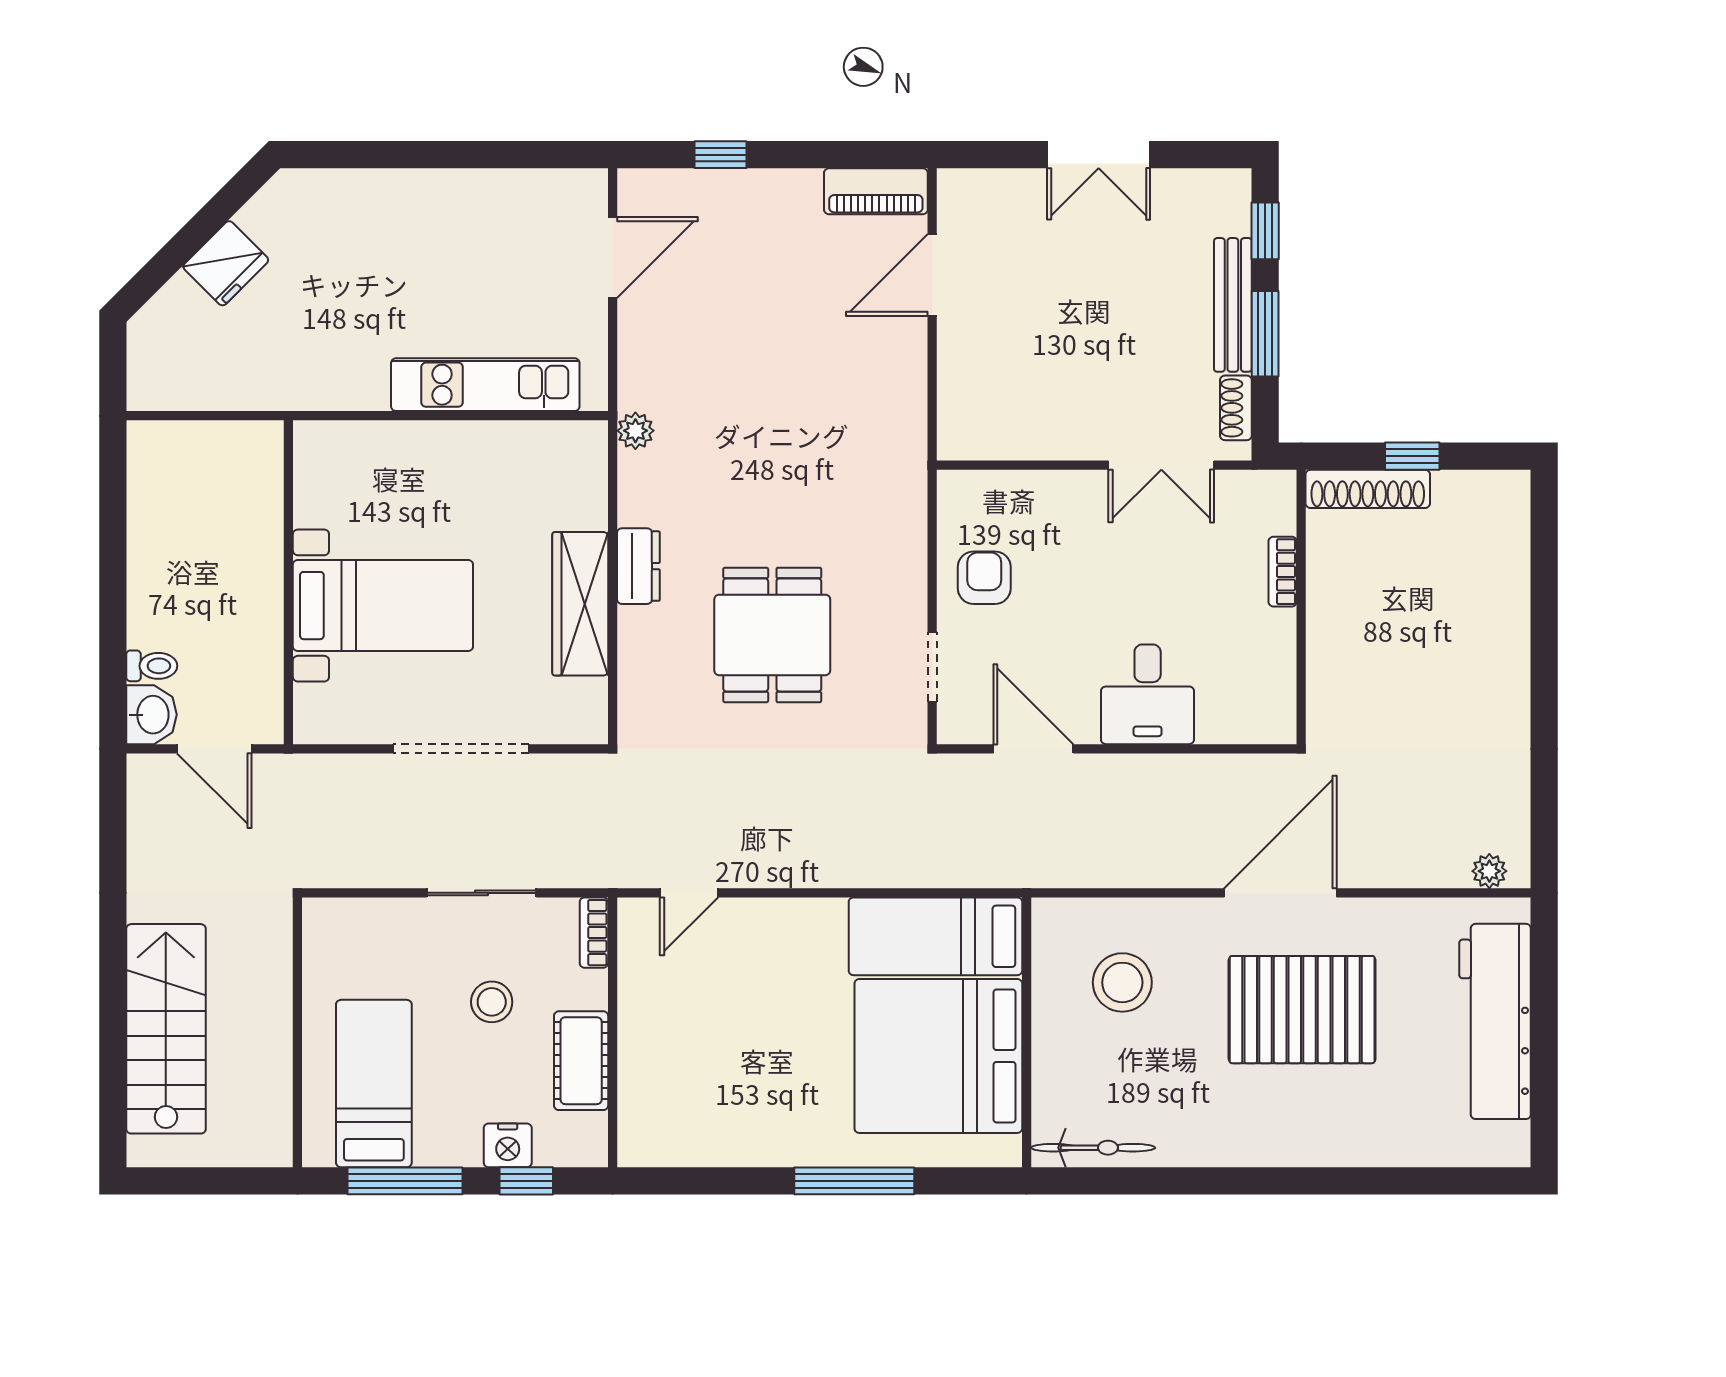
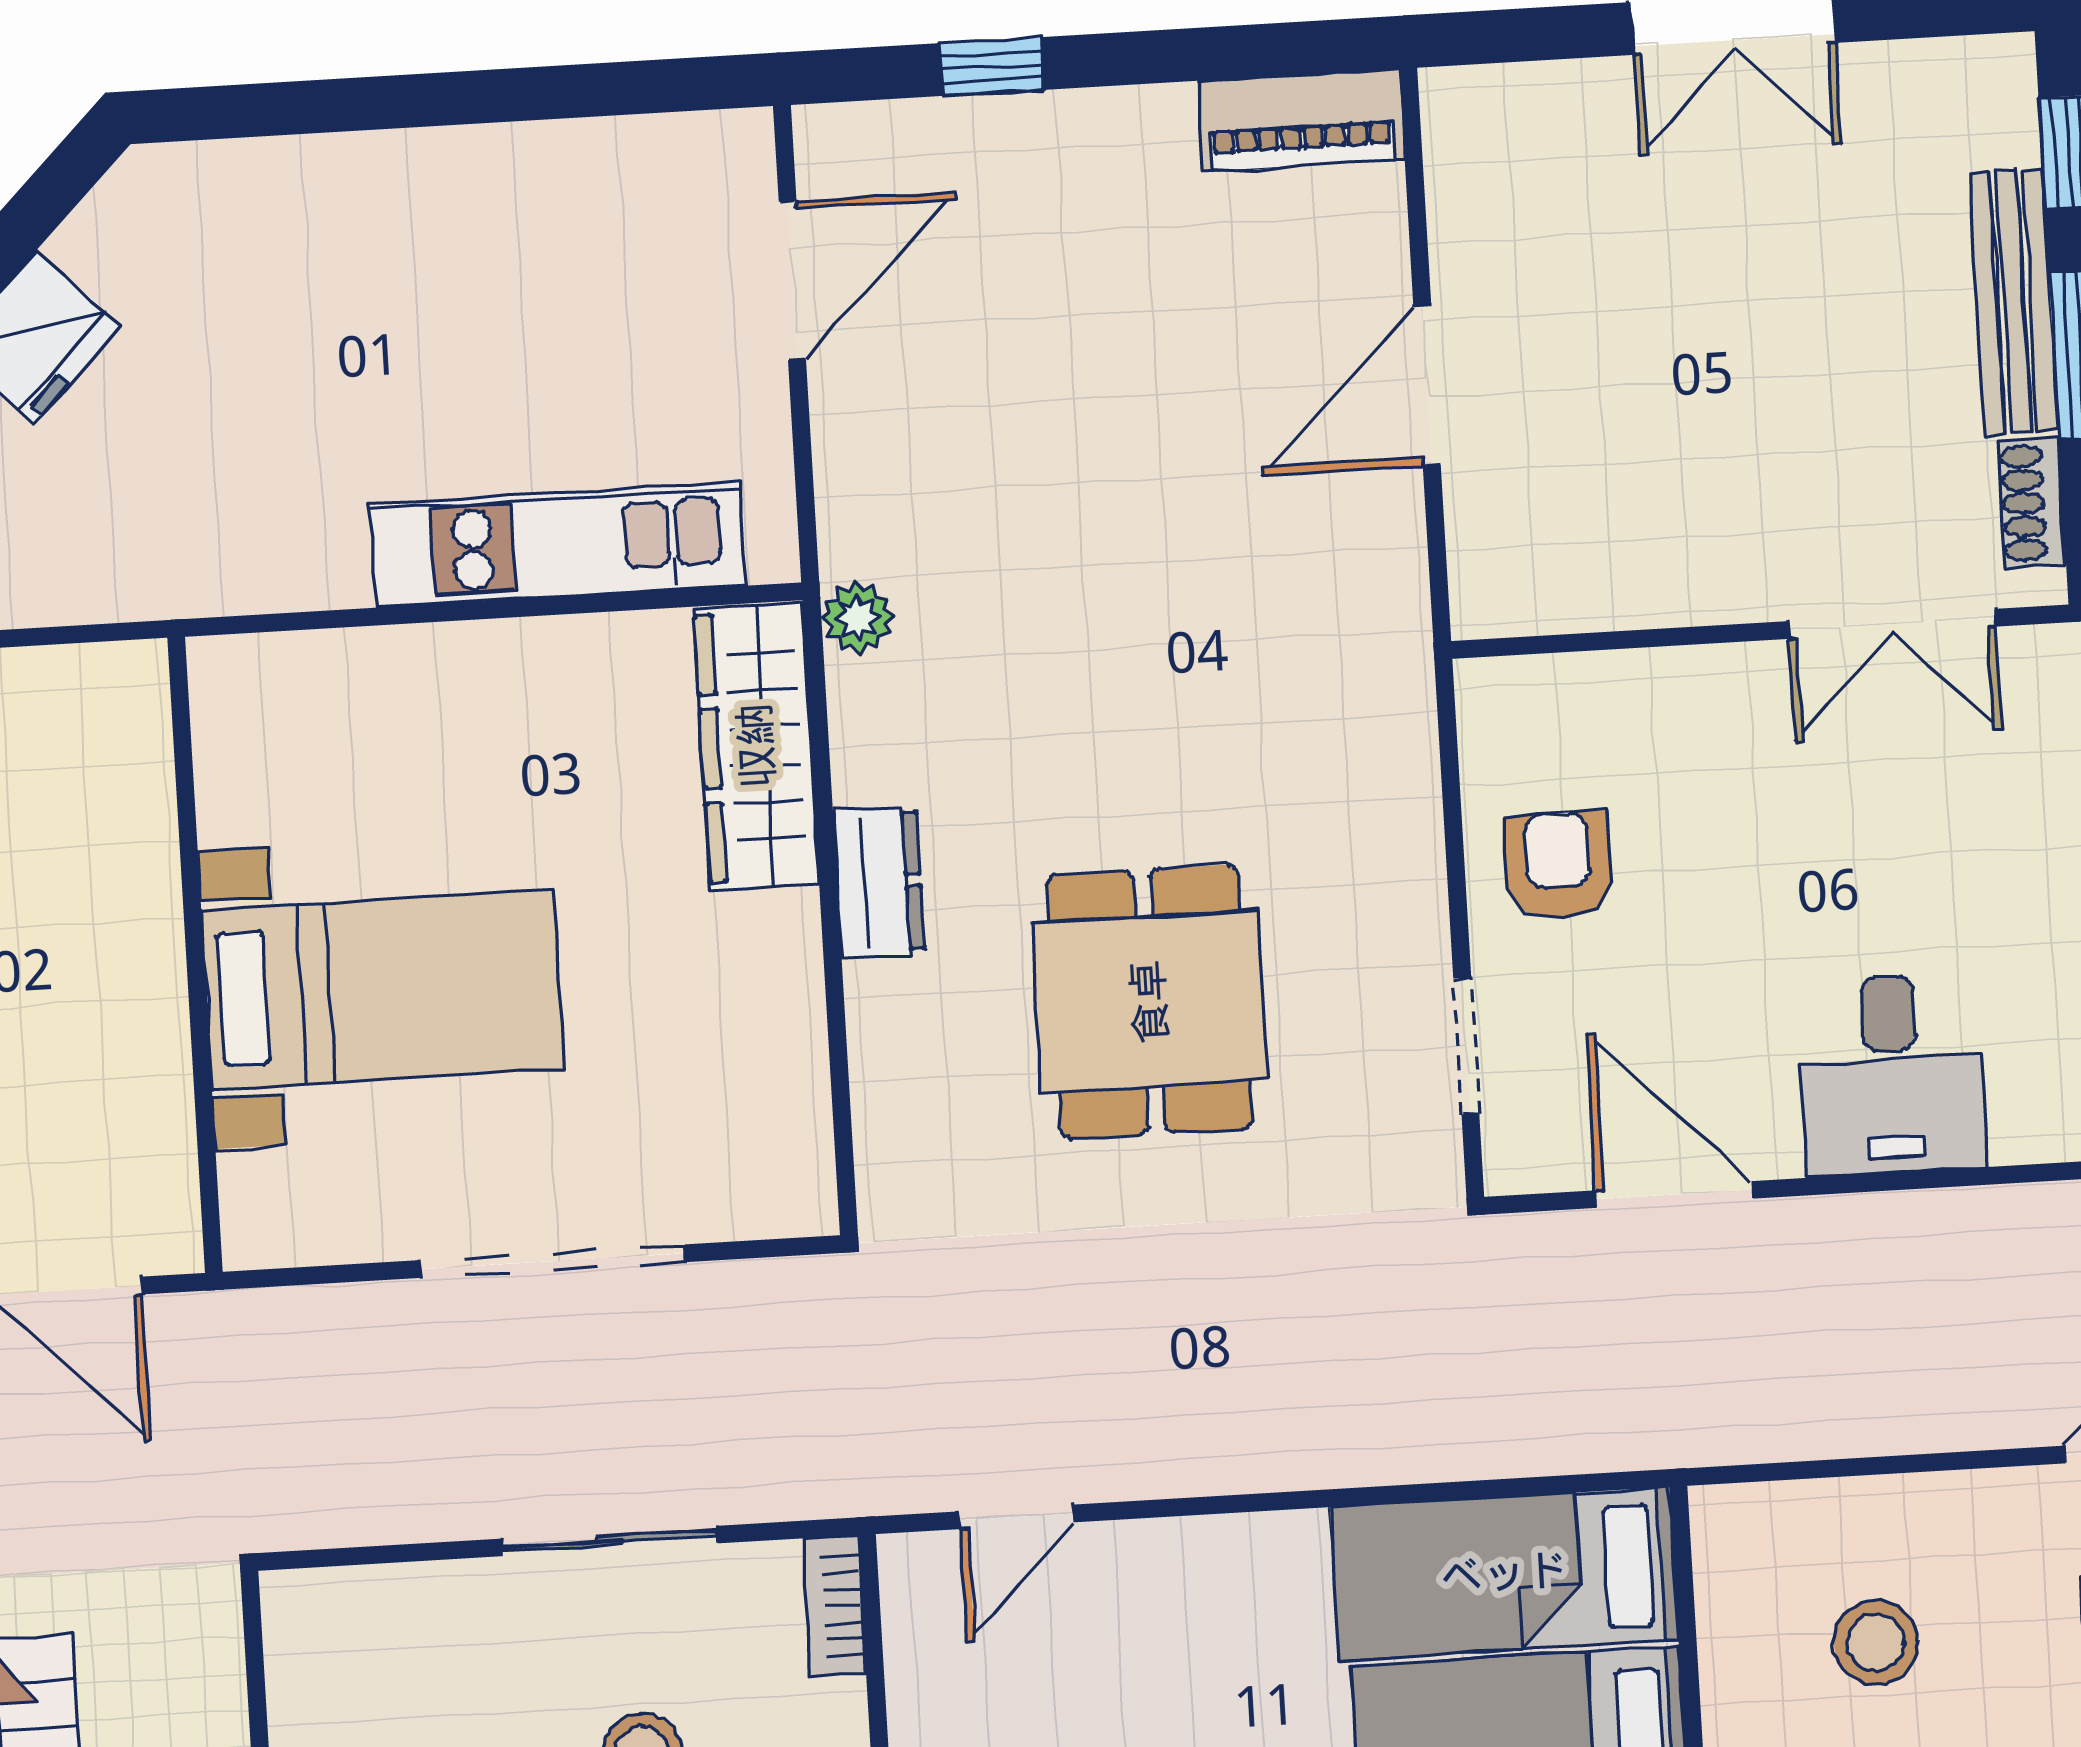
door: (932, 275) -> (1427, 385), moved
wardrobe: (580, 604) -> (756, 746), moved
stool: (1122, 982) -> (1876, 1642), width x0.73, depth x0.73

